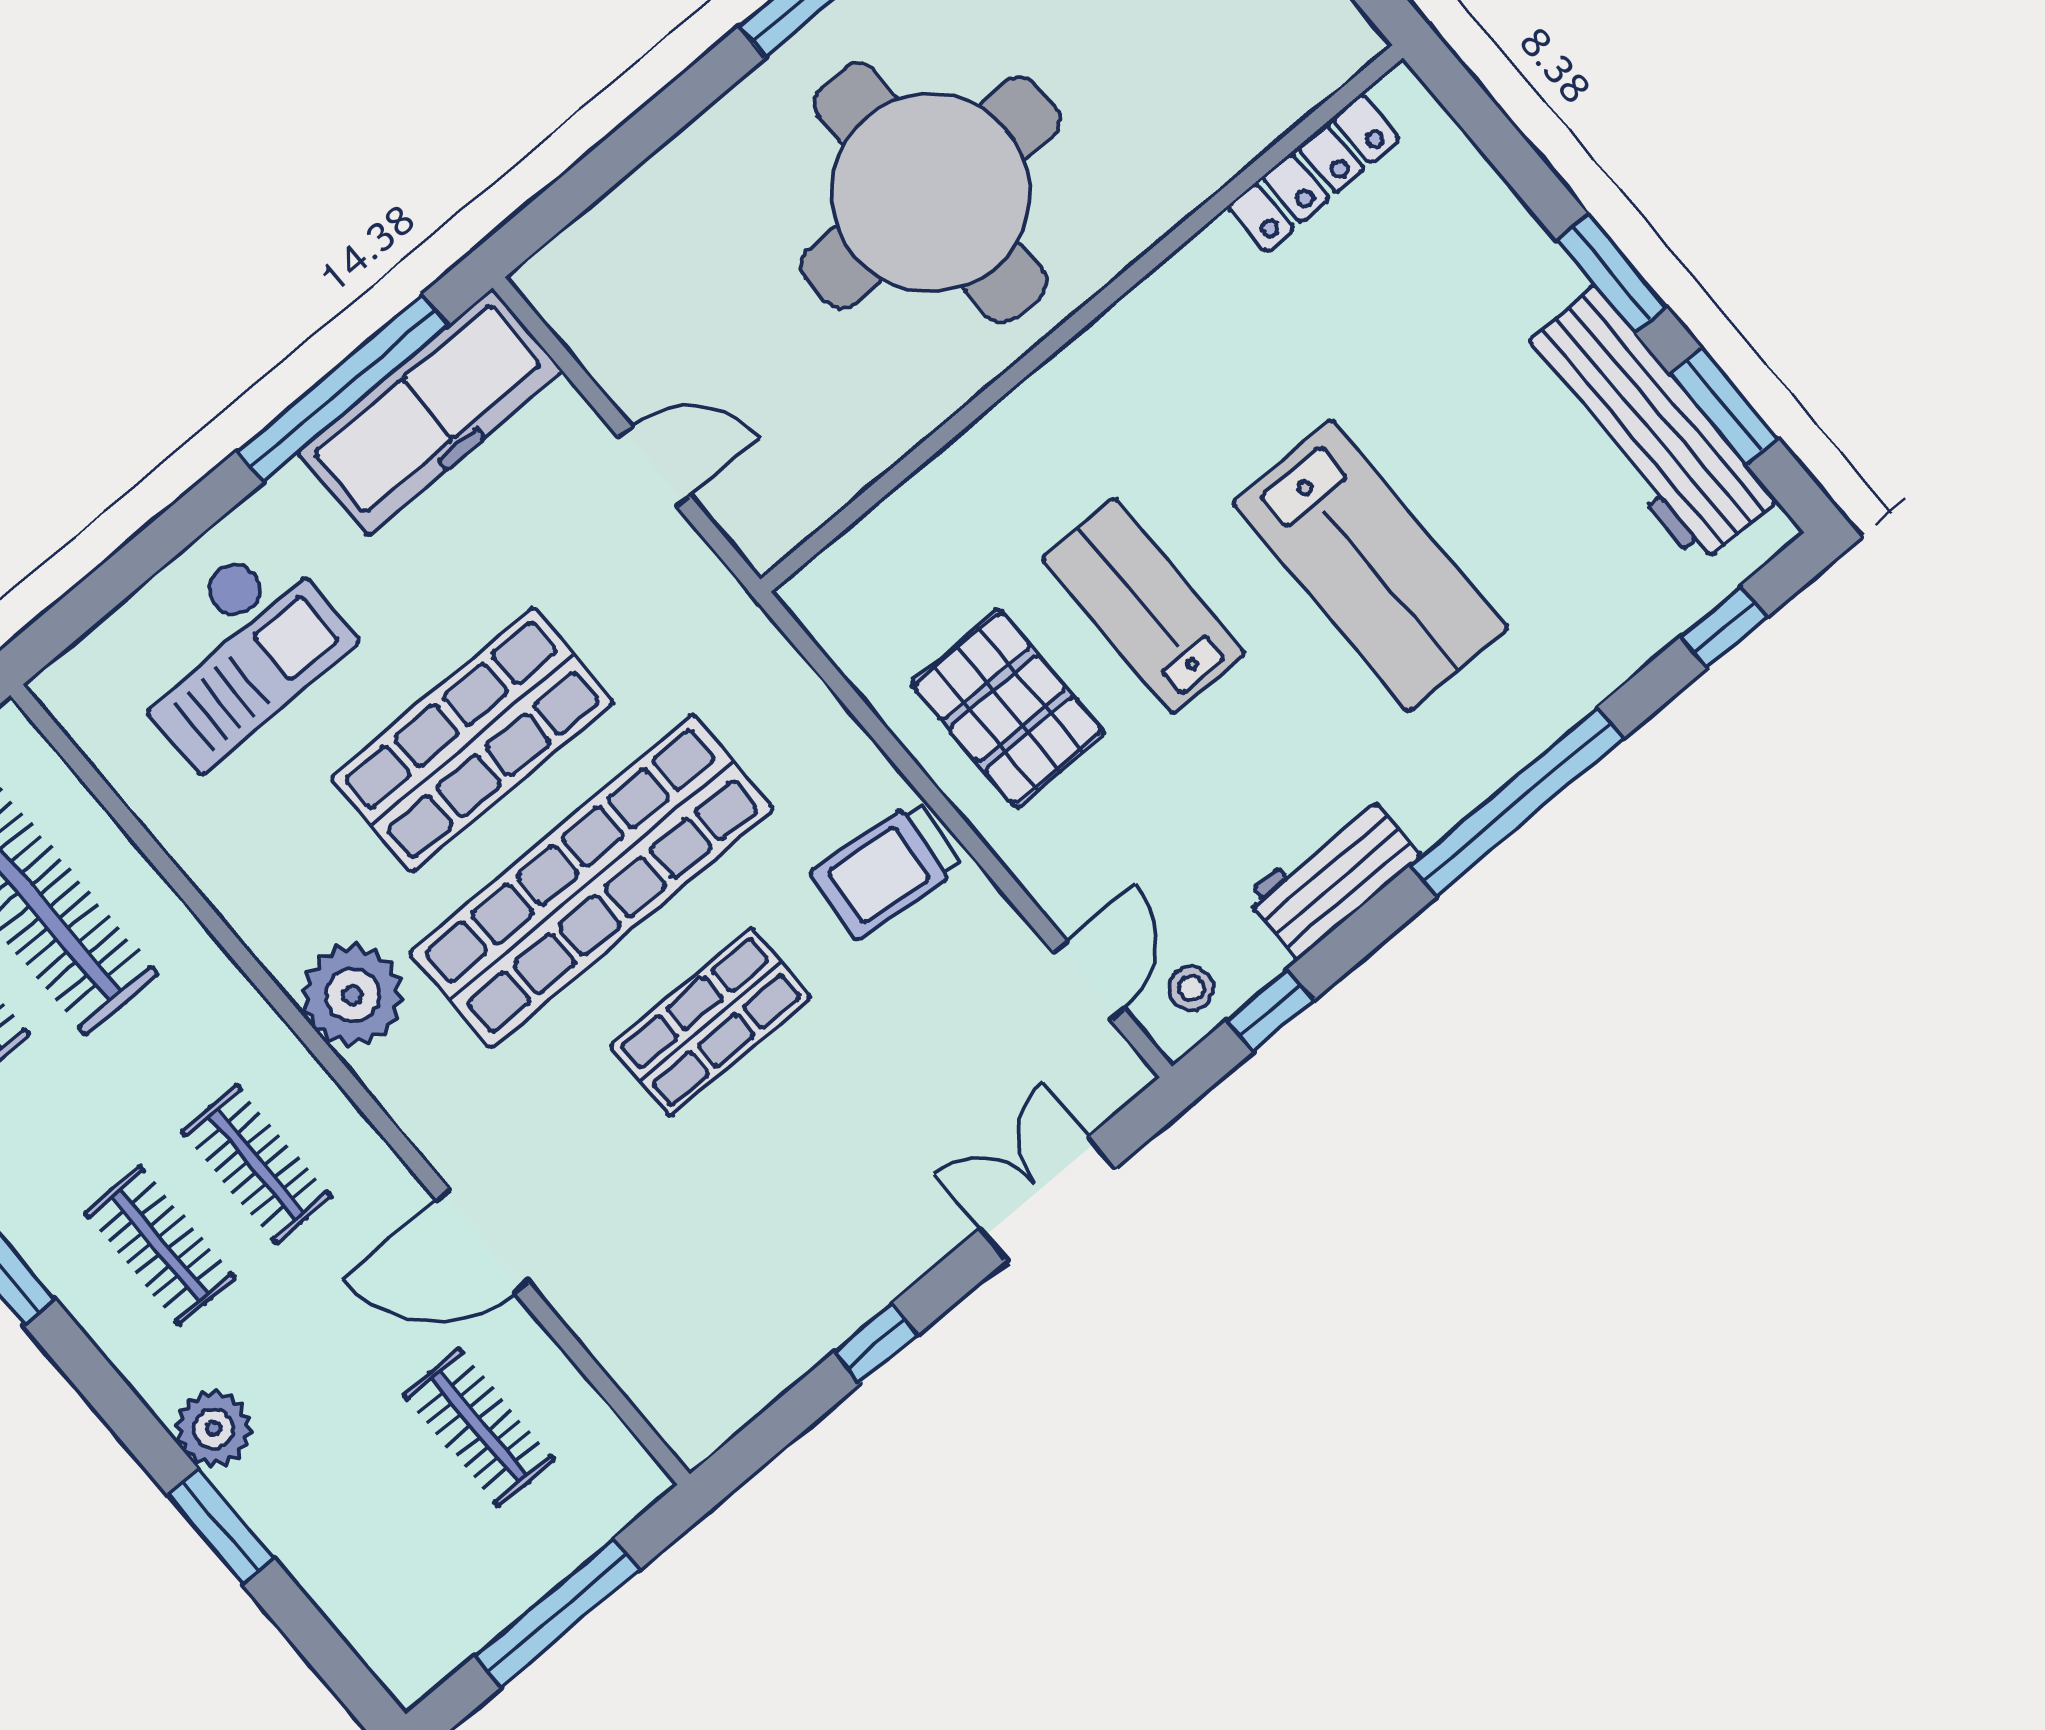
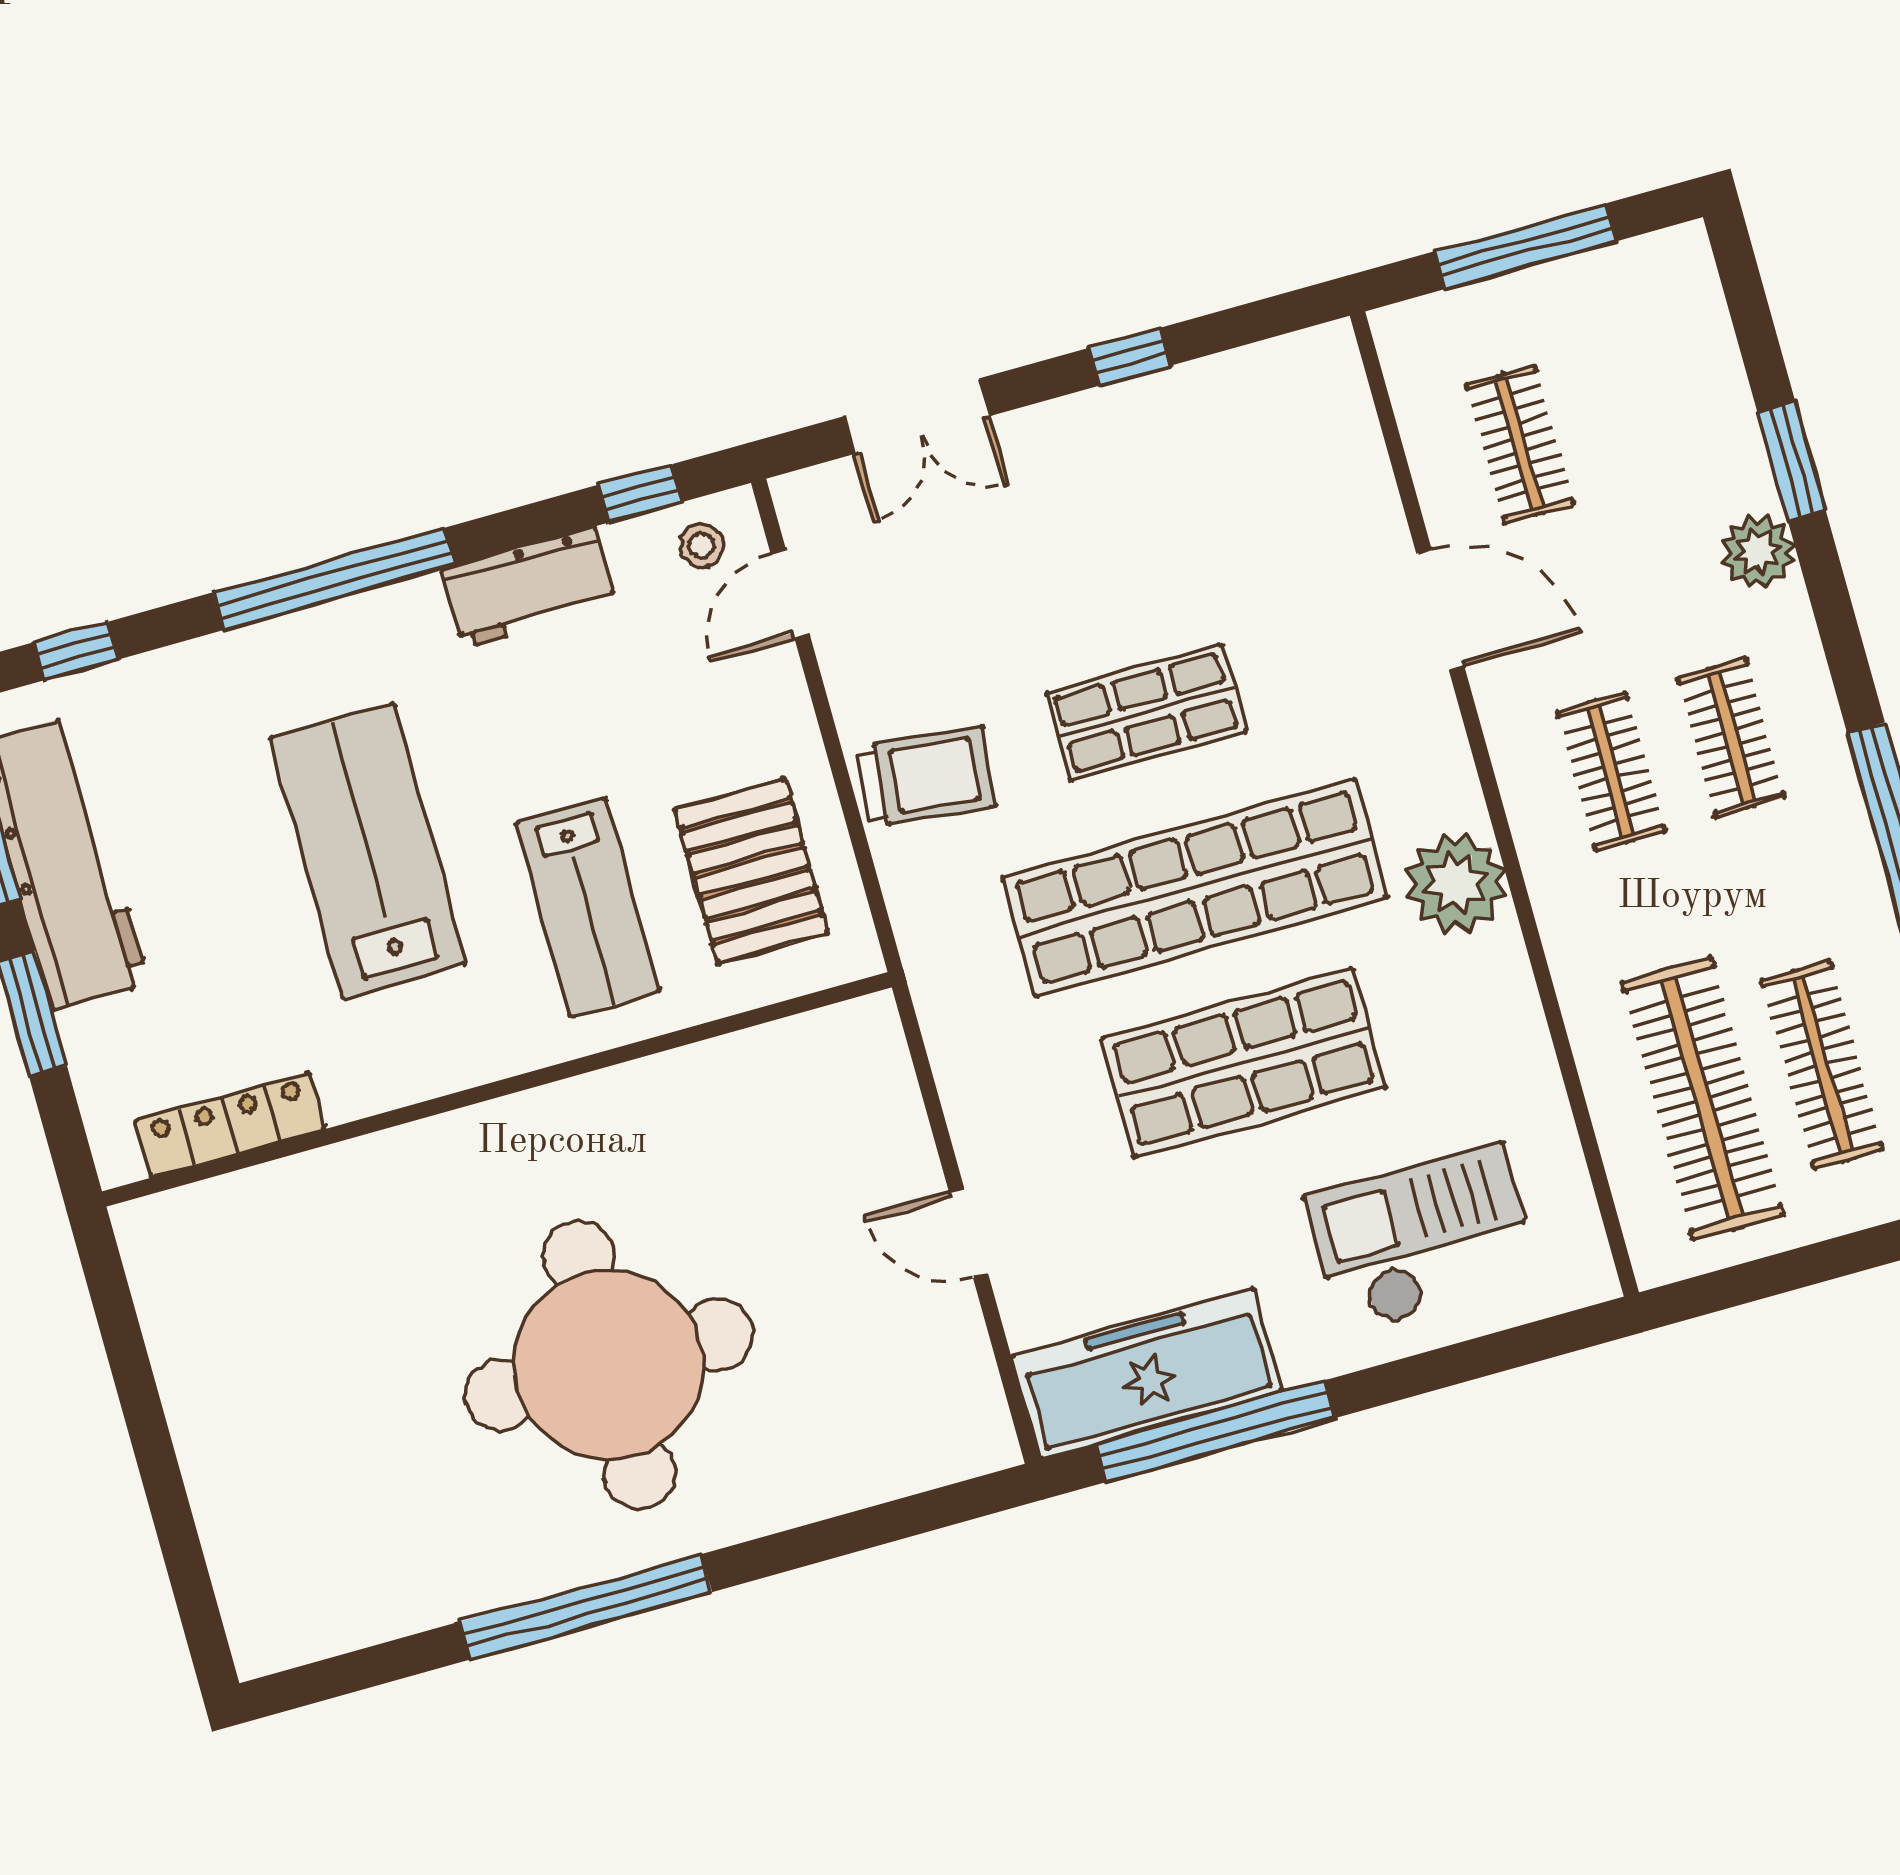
locker: (1313, 173) -> (230, 1125), moved
wall: (1082, 319) -> (497, 1089), moved

